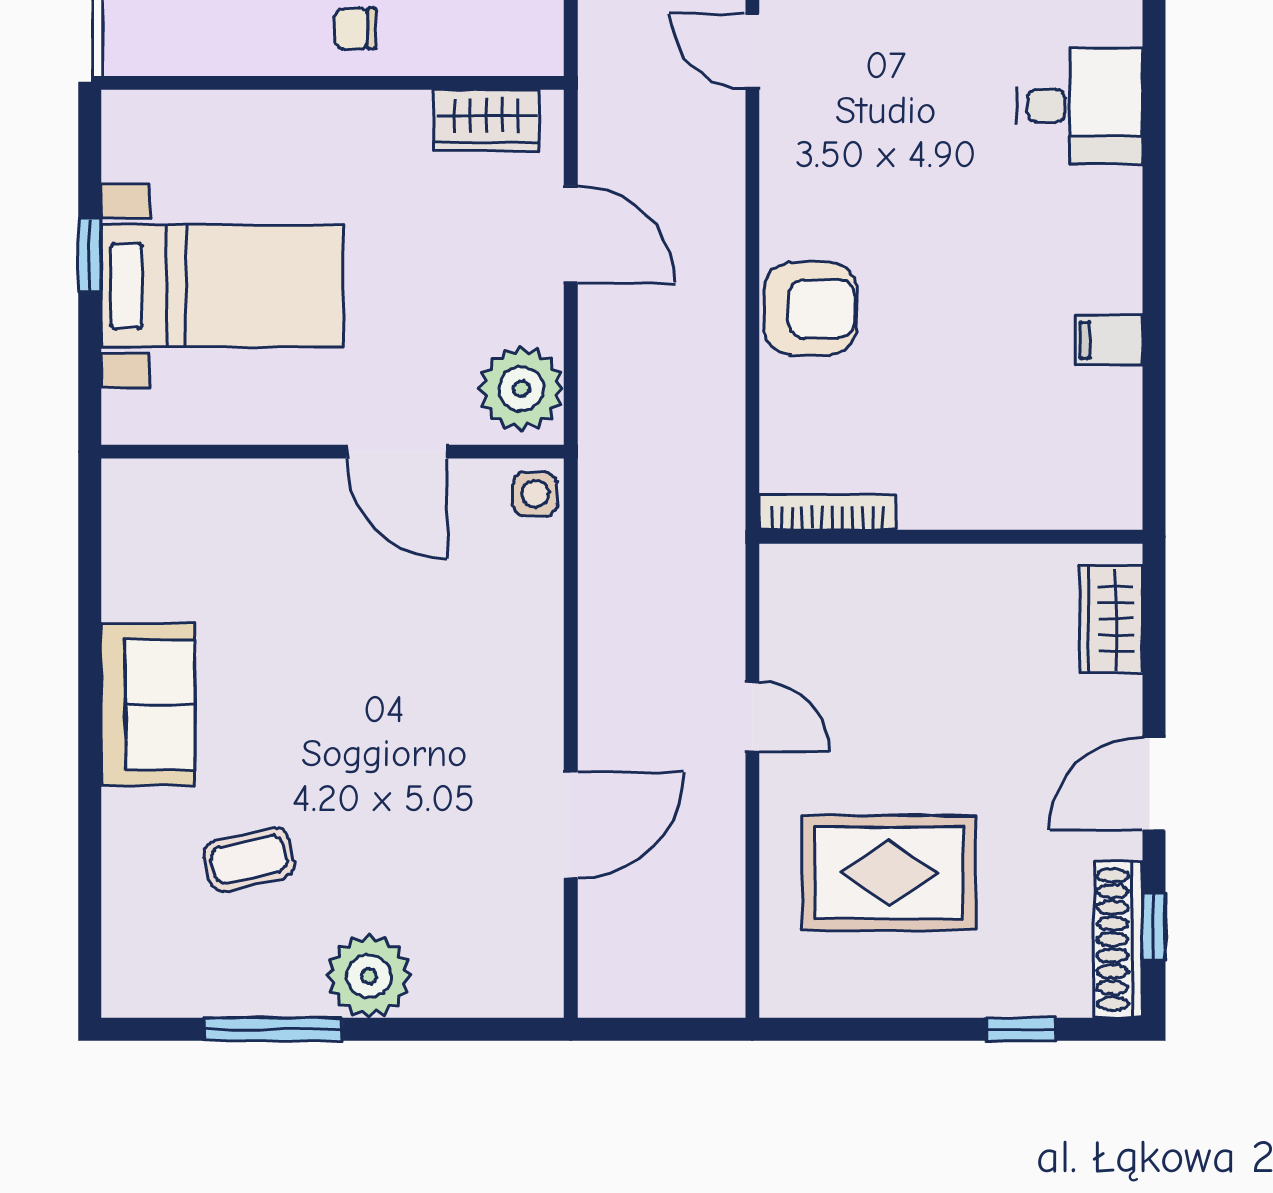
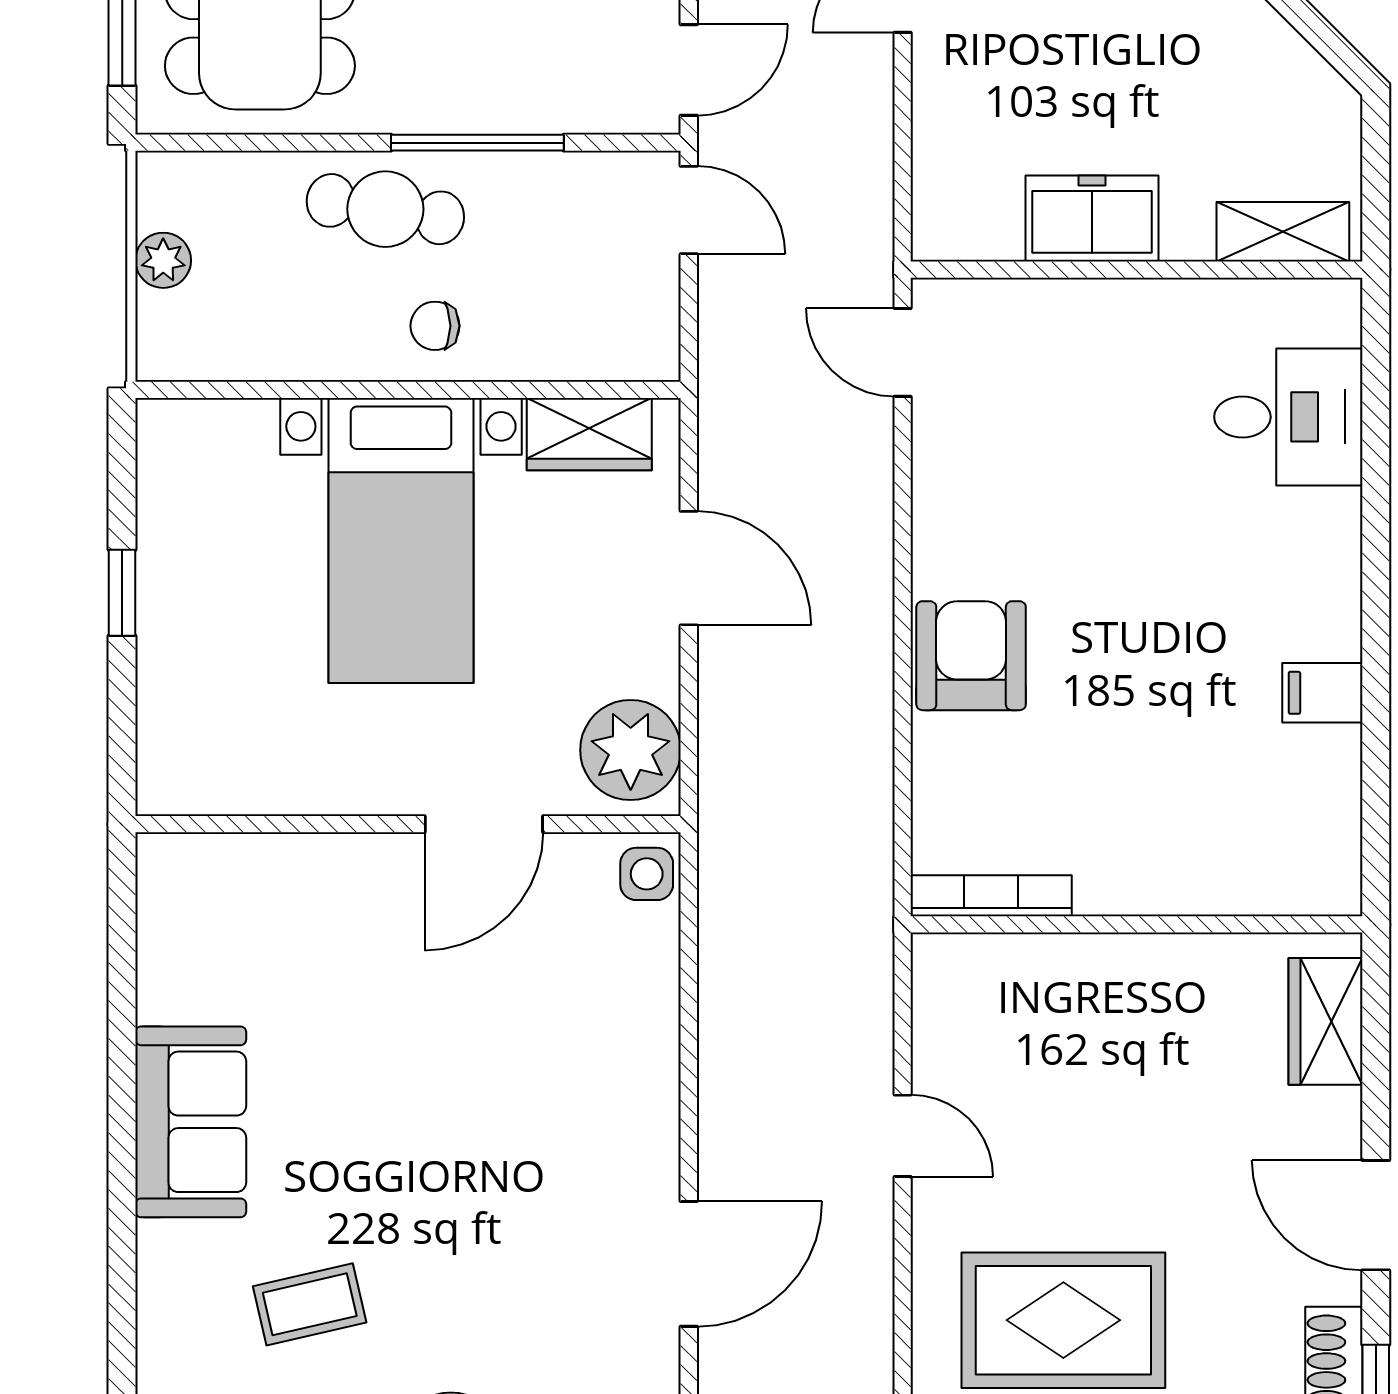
bed with nightstands: (222, 286) -> (401, 541), moved, turned 90
armchair: (810, 309) -> (971, 656), turned -90
door: (397, 452) -> (484, 824), hinge flipped
door: (1154, 784) -> (1376, 1215), hinge flipped

